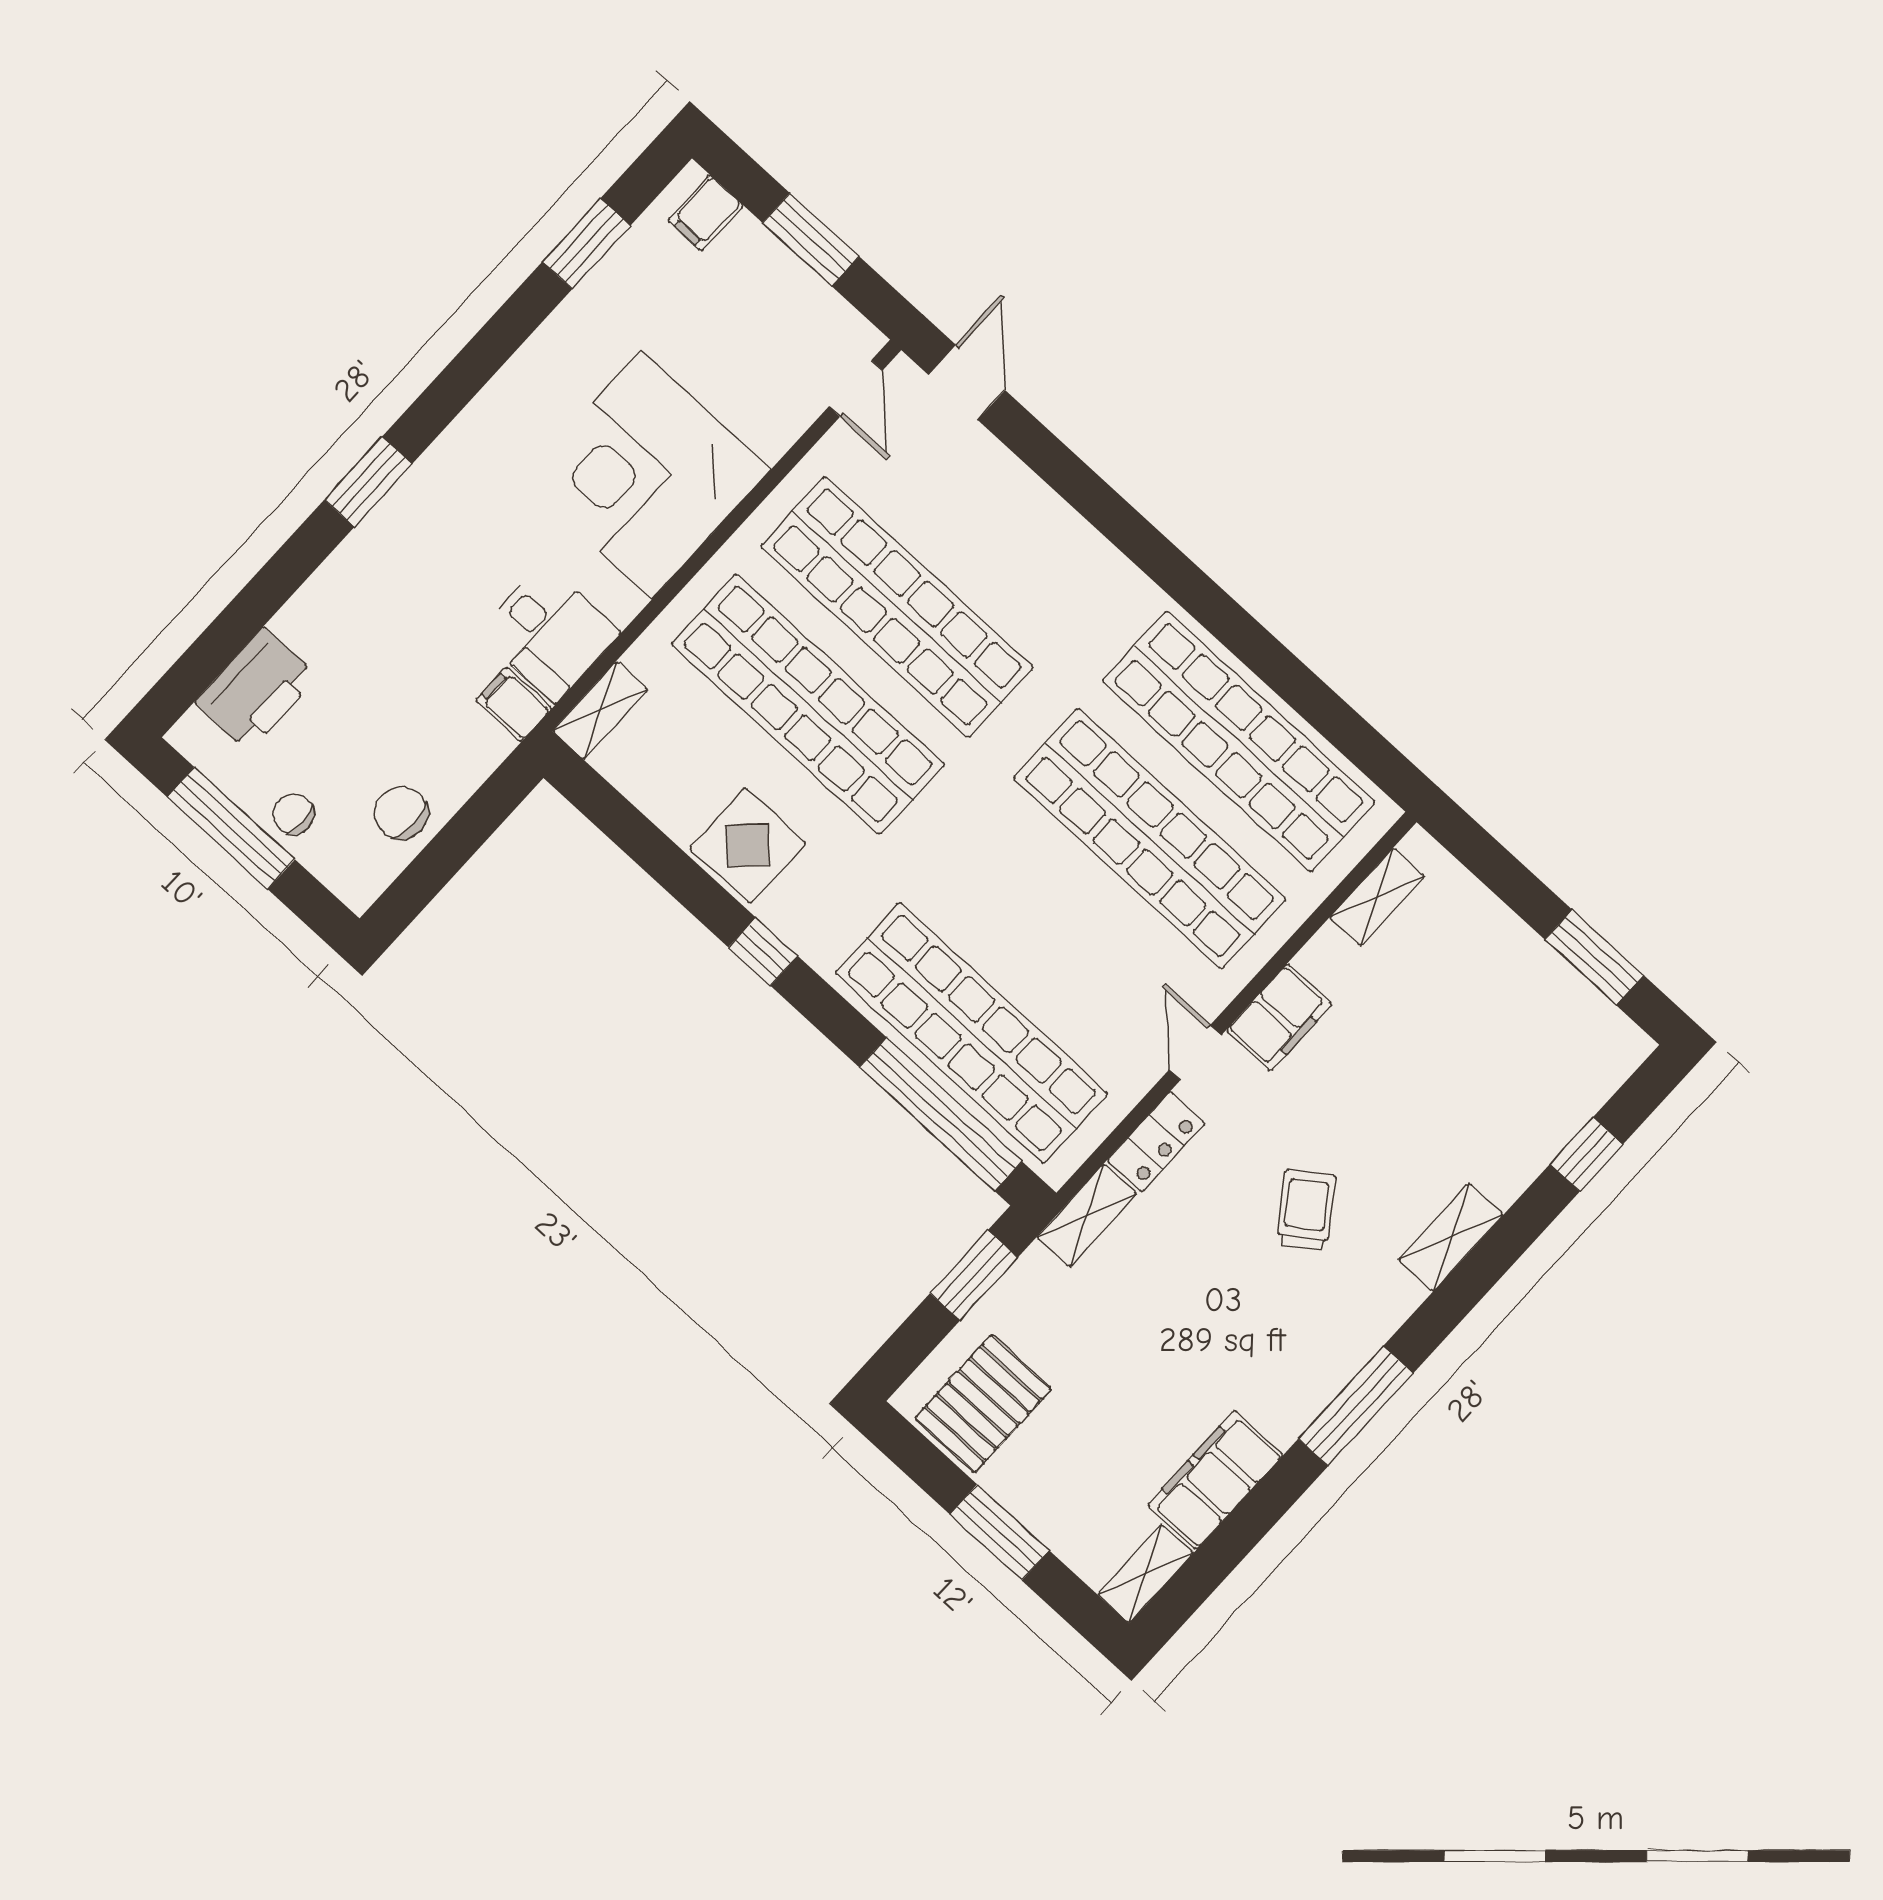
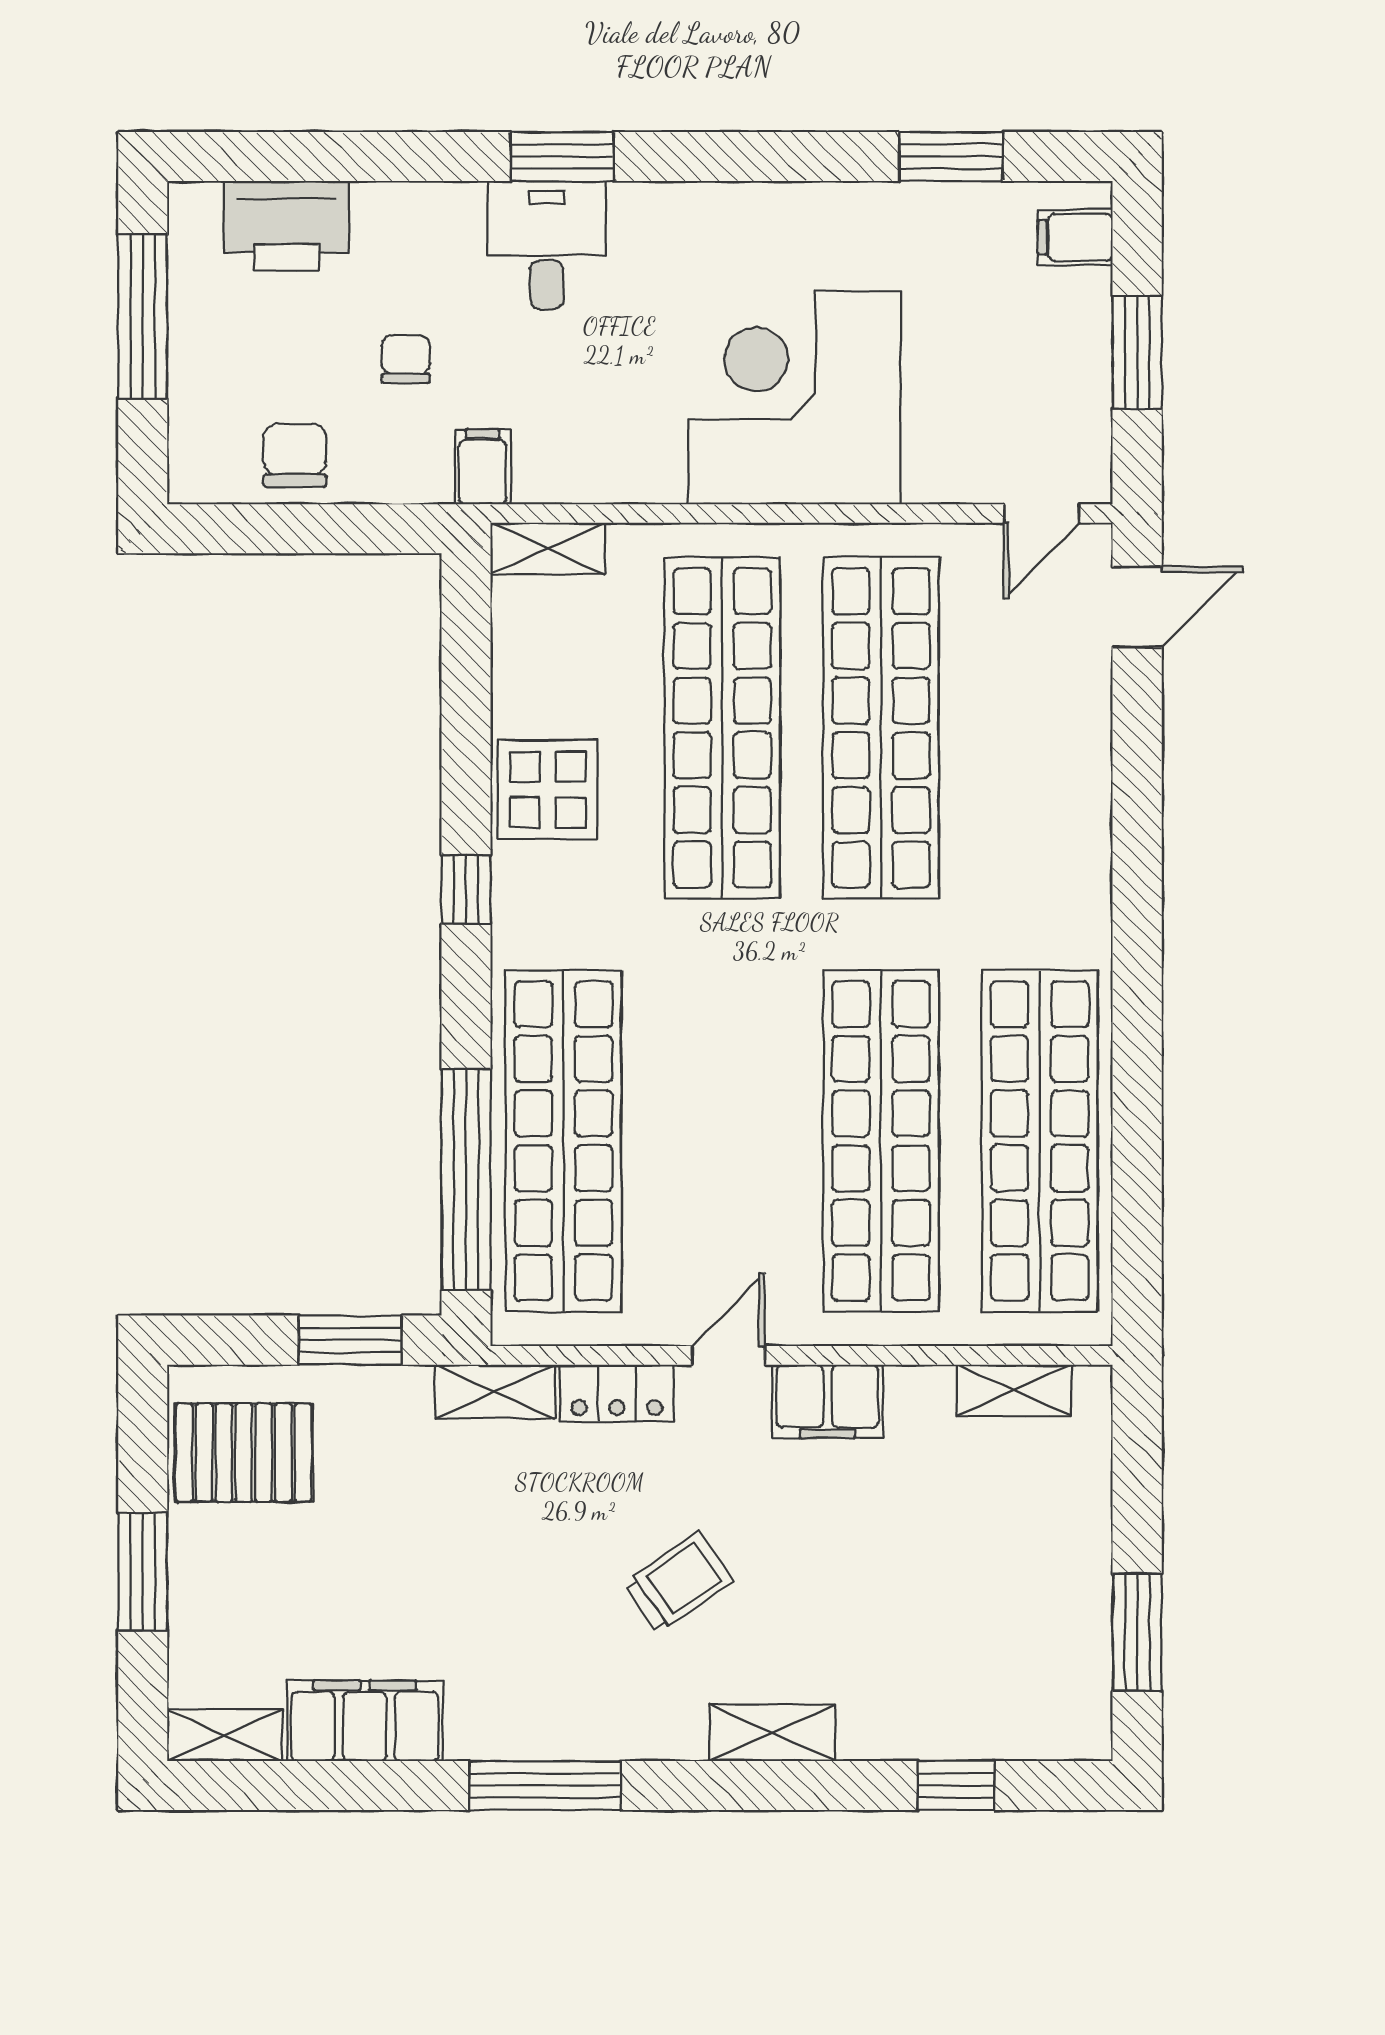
desk: (549, 633) -> (547, 245), moved, turned 180
chair: (293, 814) -> (406, 359), moved

